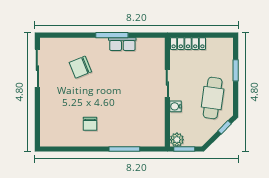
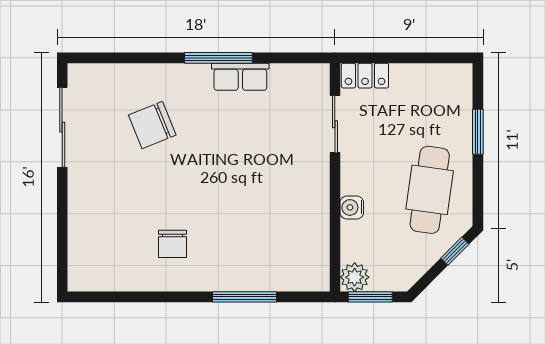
locker: (188, 44) -> (365, 76), width x0.66
sliding door: (167, 83) -> (335, 124), moved

